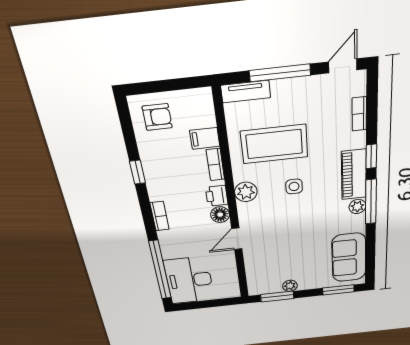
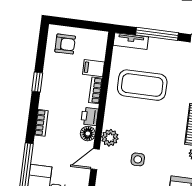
side table: (294, 186) -> (138, 159), moved
plant: (246, 192) -> (110, 138), moved

